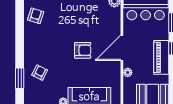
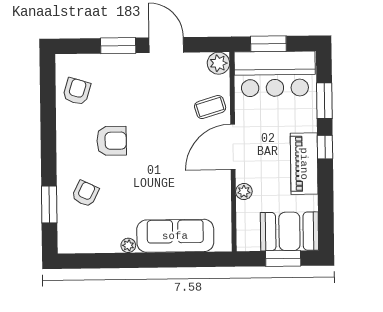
coffee table: (109, 25) -> (210, 107), added
armchair: (83, 50) -> (112, 141), moved

